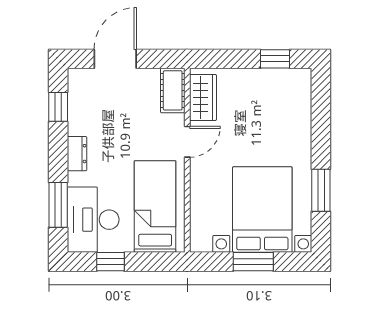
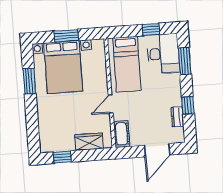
wardrobe: (203, 97) -> (89, 142), moved, turned 90
window: (58, 107) -> (188, 105), moved
dresser: (77, 154) -> (177, 117), moved

